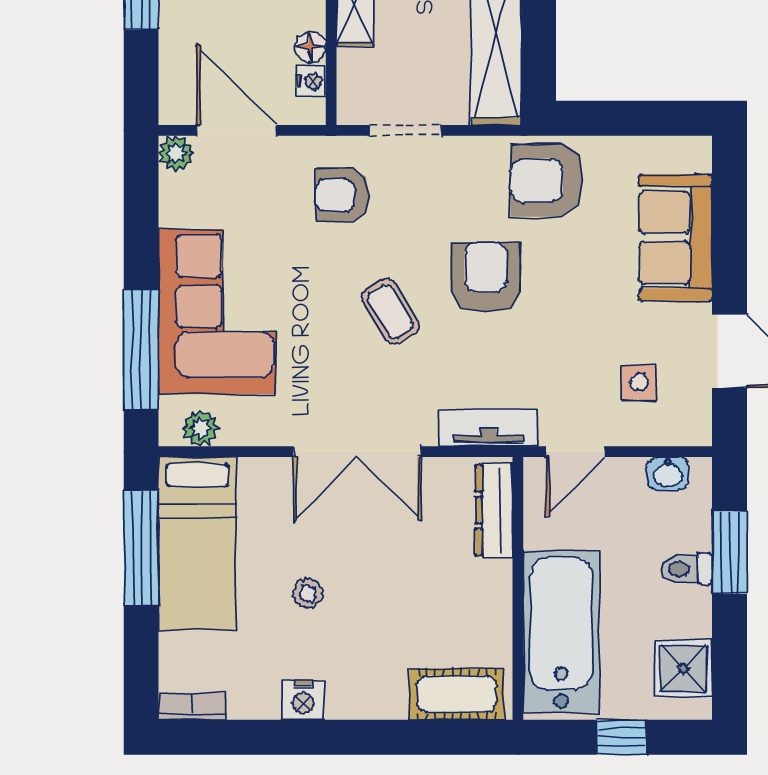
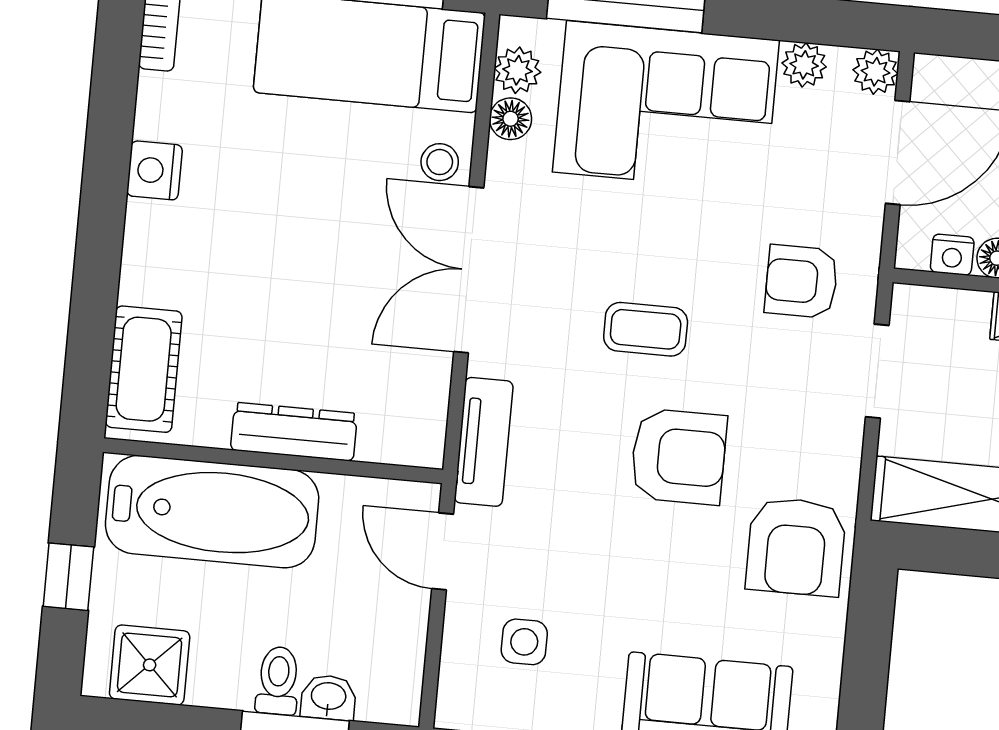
armchair: (547, 180) -> (796, 547), turned 180
armchair: (342, 195) -> (801, 281), turned -90
plant: (176, 208) -> (804, 65), added
coffee table: (390, 311) -> (646, 329), turned 31
floor lamp: (238, 430) -> (511, 119), added
washbasin: (668, 473) -> (328, 697), moved, turned 90
dresser: (494, 510) -> (294, 432), moved
stool: (308, 594) -> (440, 162), moved

